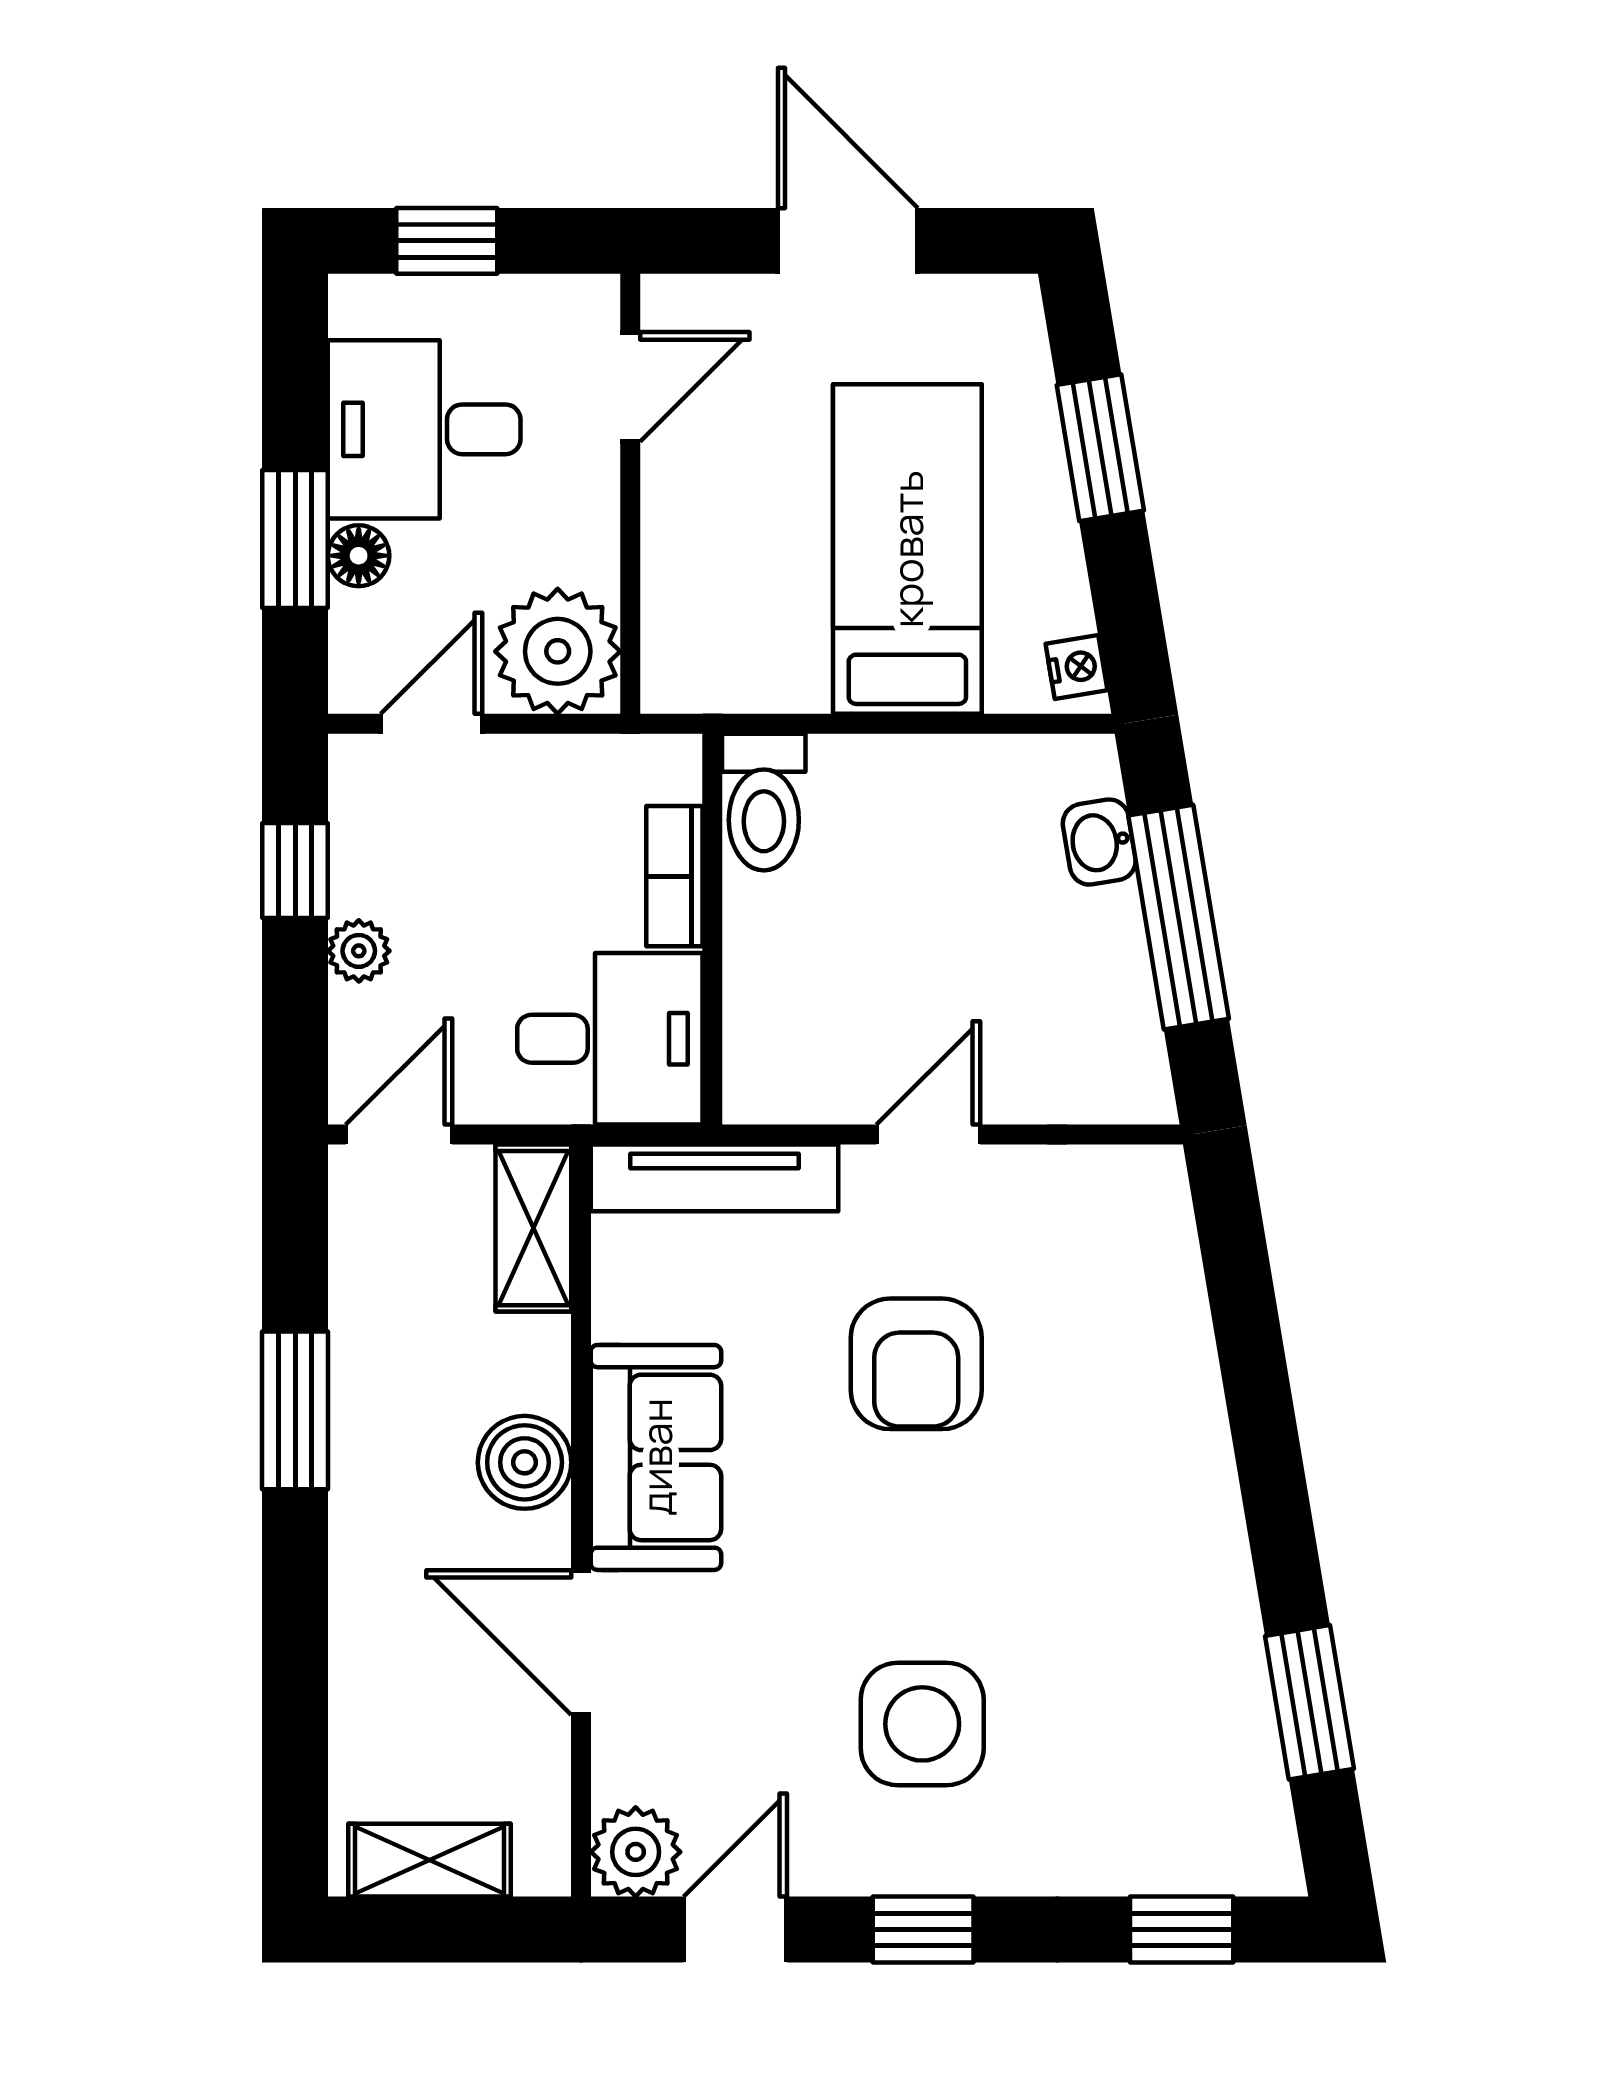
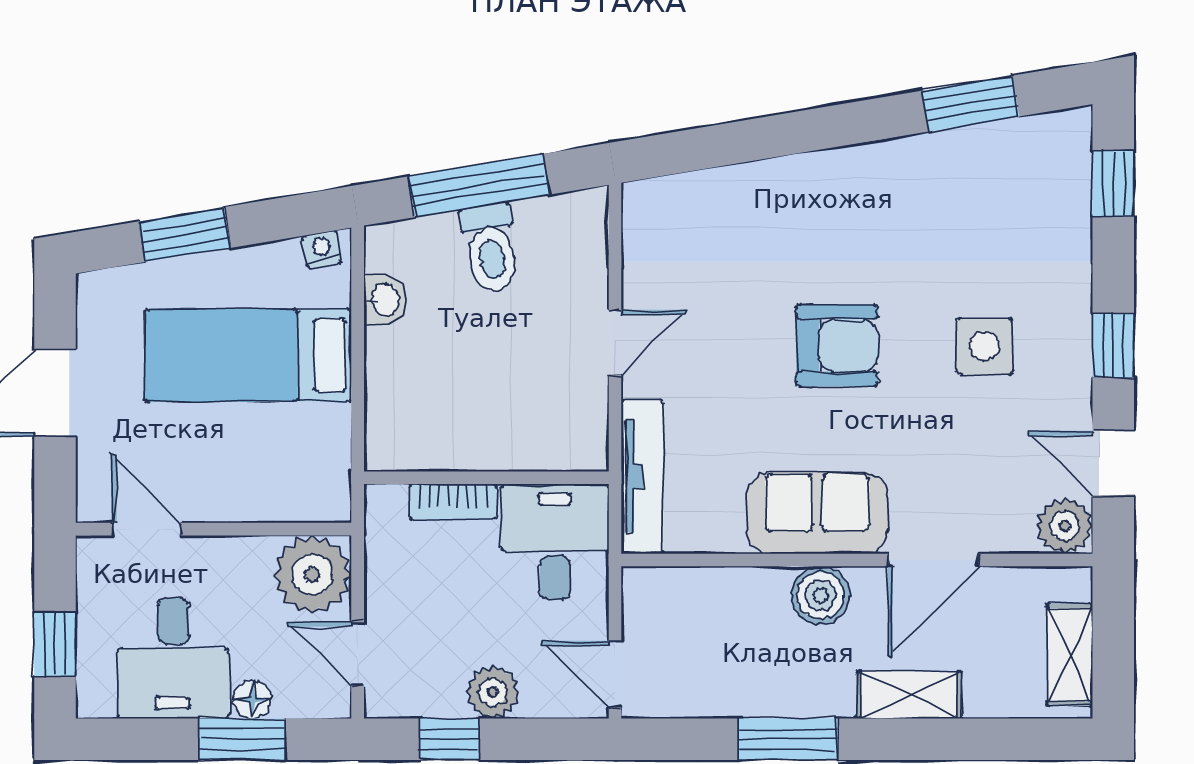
toilet: (764, 802) -> (490, 248), moved, turned 81
washbasin: (1099, 842) -> (384, 299), moved, turned -81
plant: (359, 951) -> (493, 692), width x1.38, depth x1.38
door: (928, 1134) -> (615, 342), swing flipped
shelving: (533, 1228) -> (909, 695), moved
armchair: (916, 1364) -> (837, 345), moved
side table: (922, 1724) -> (984, 346), width x0.73, depth x0.73

